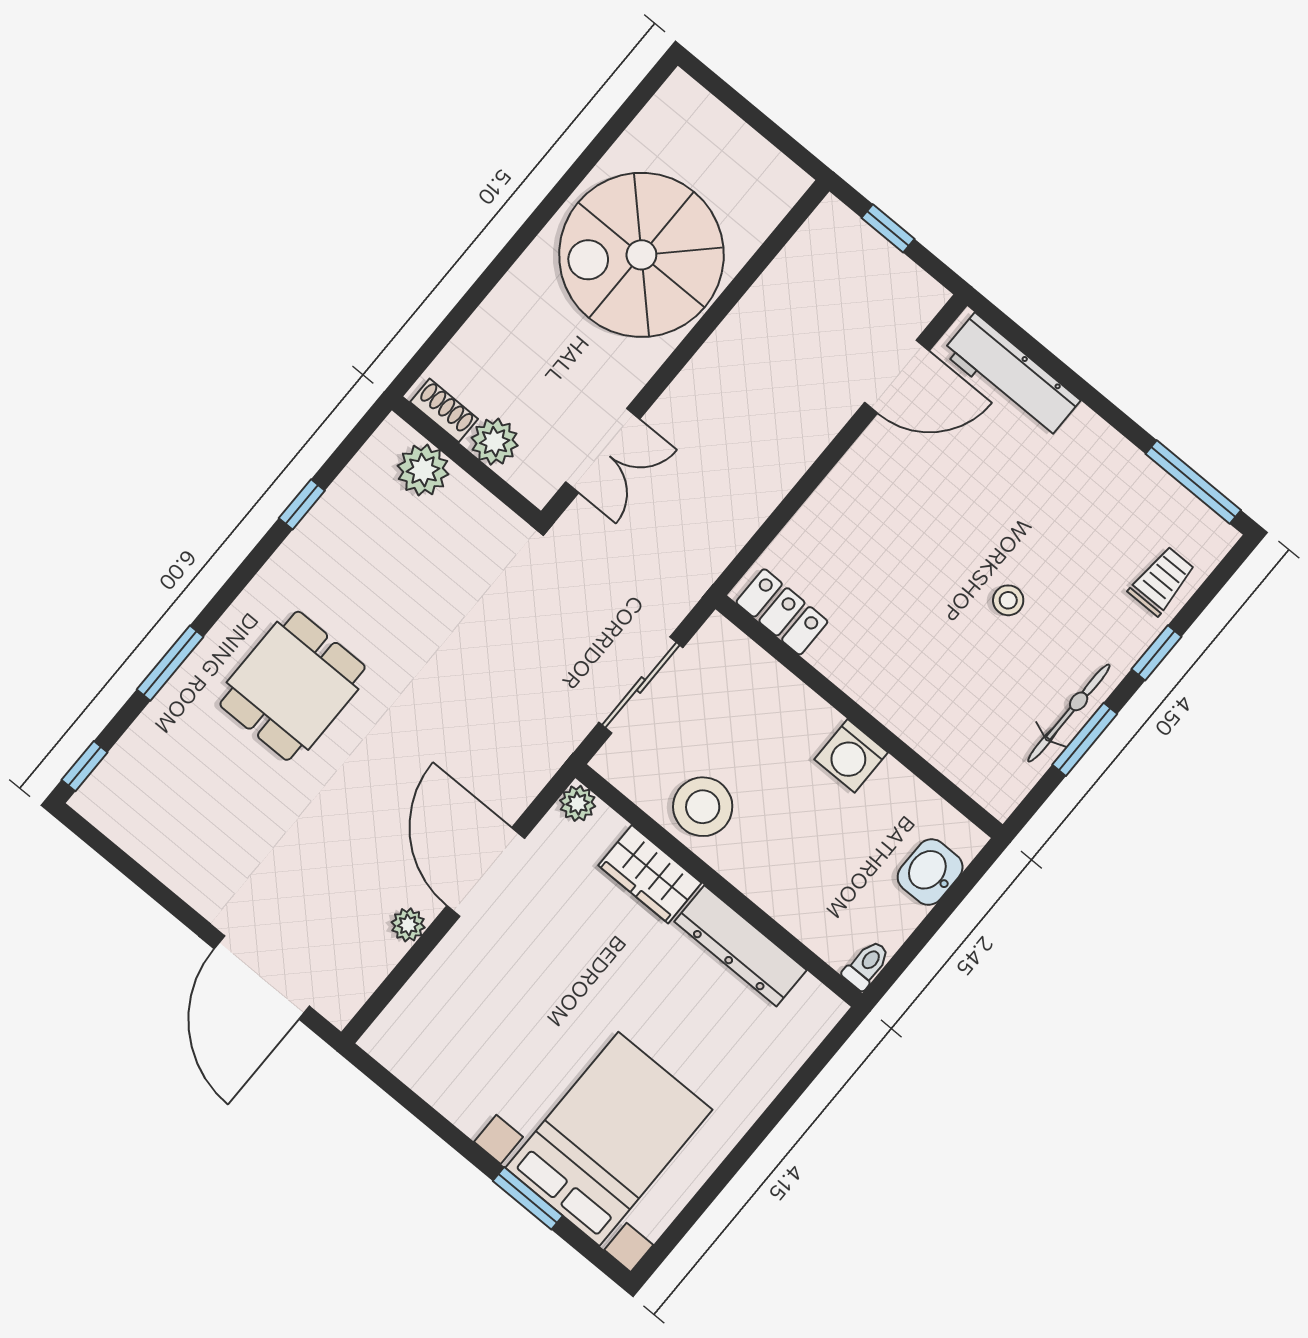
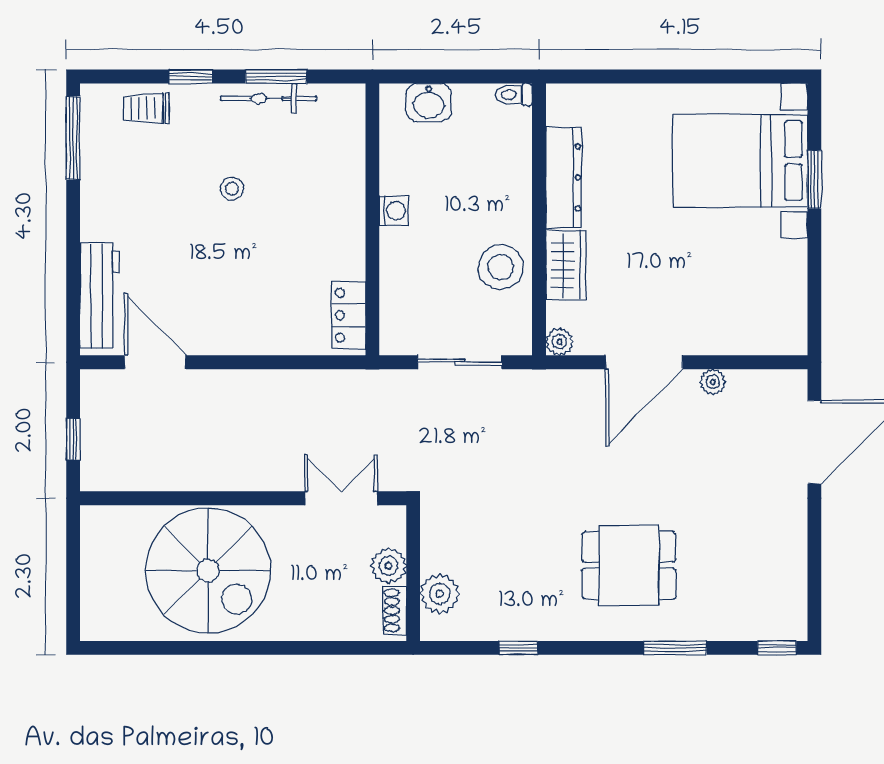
washing machine: (851, 756) -> (394, 210), width x0.73, depth x0.73

